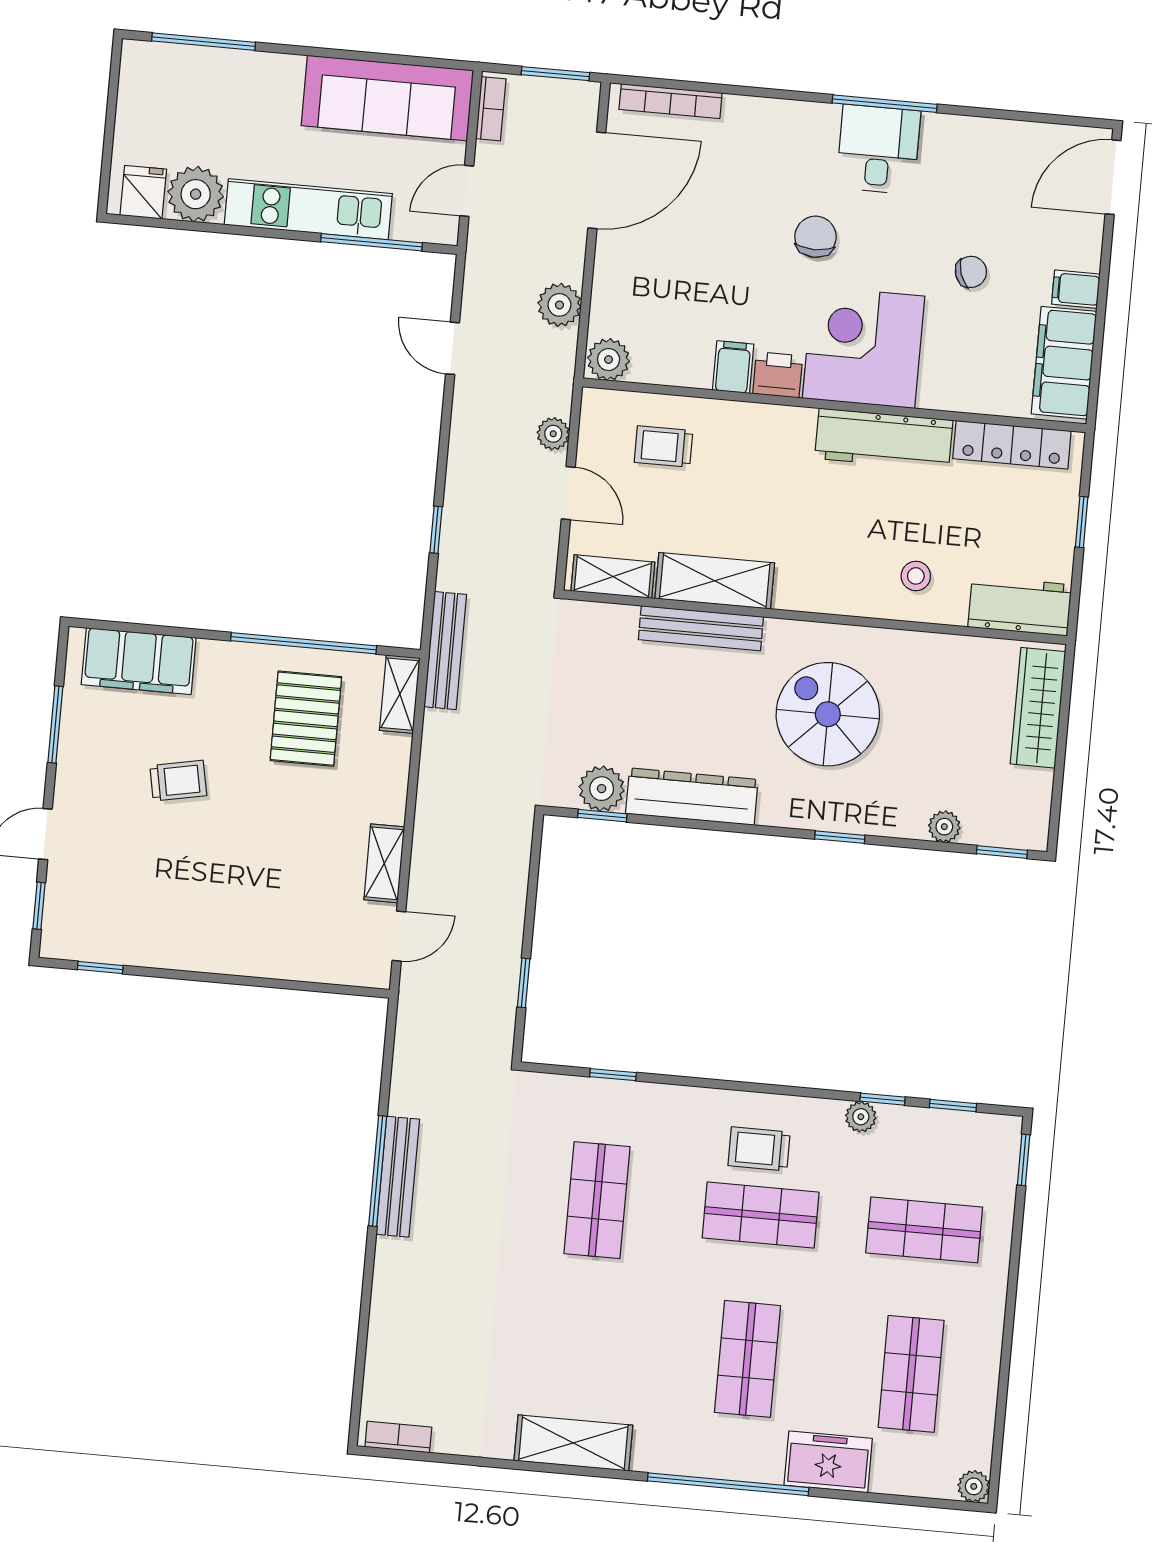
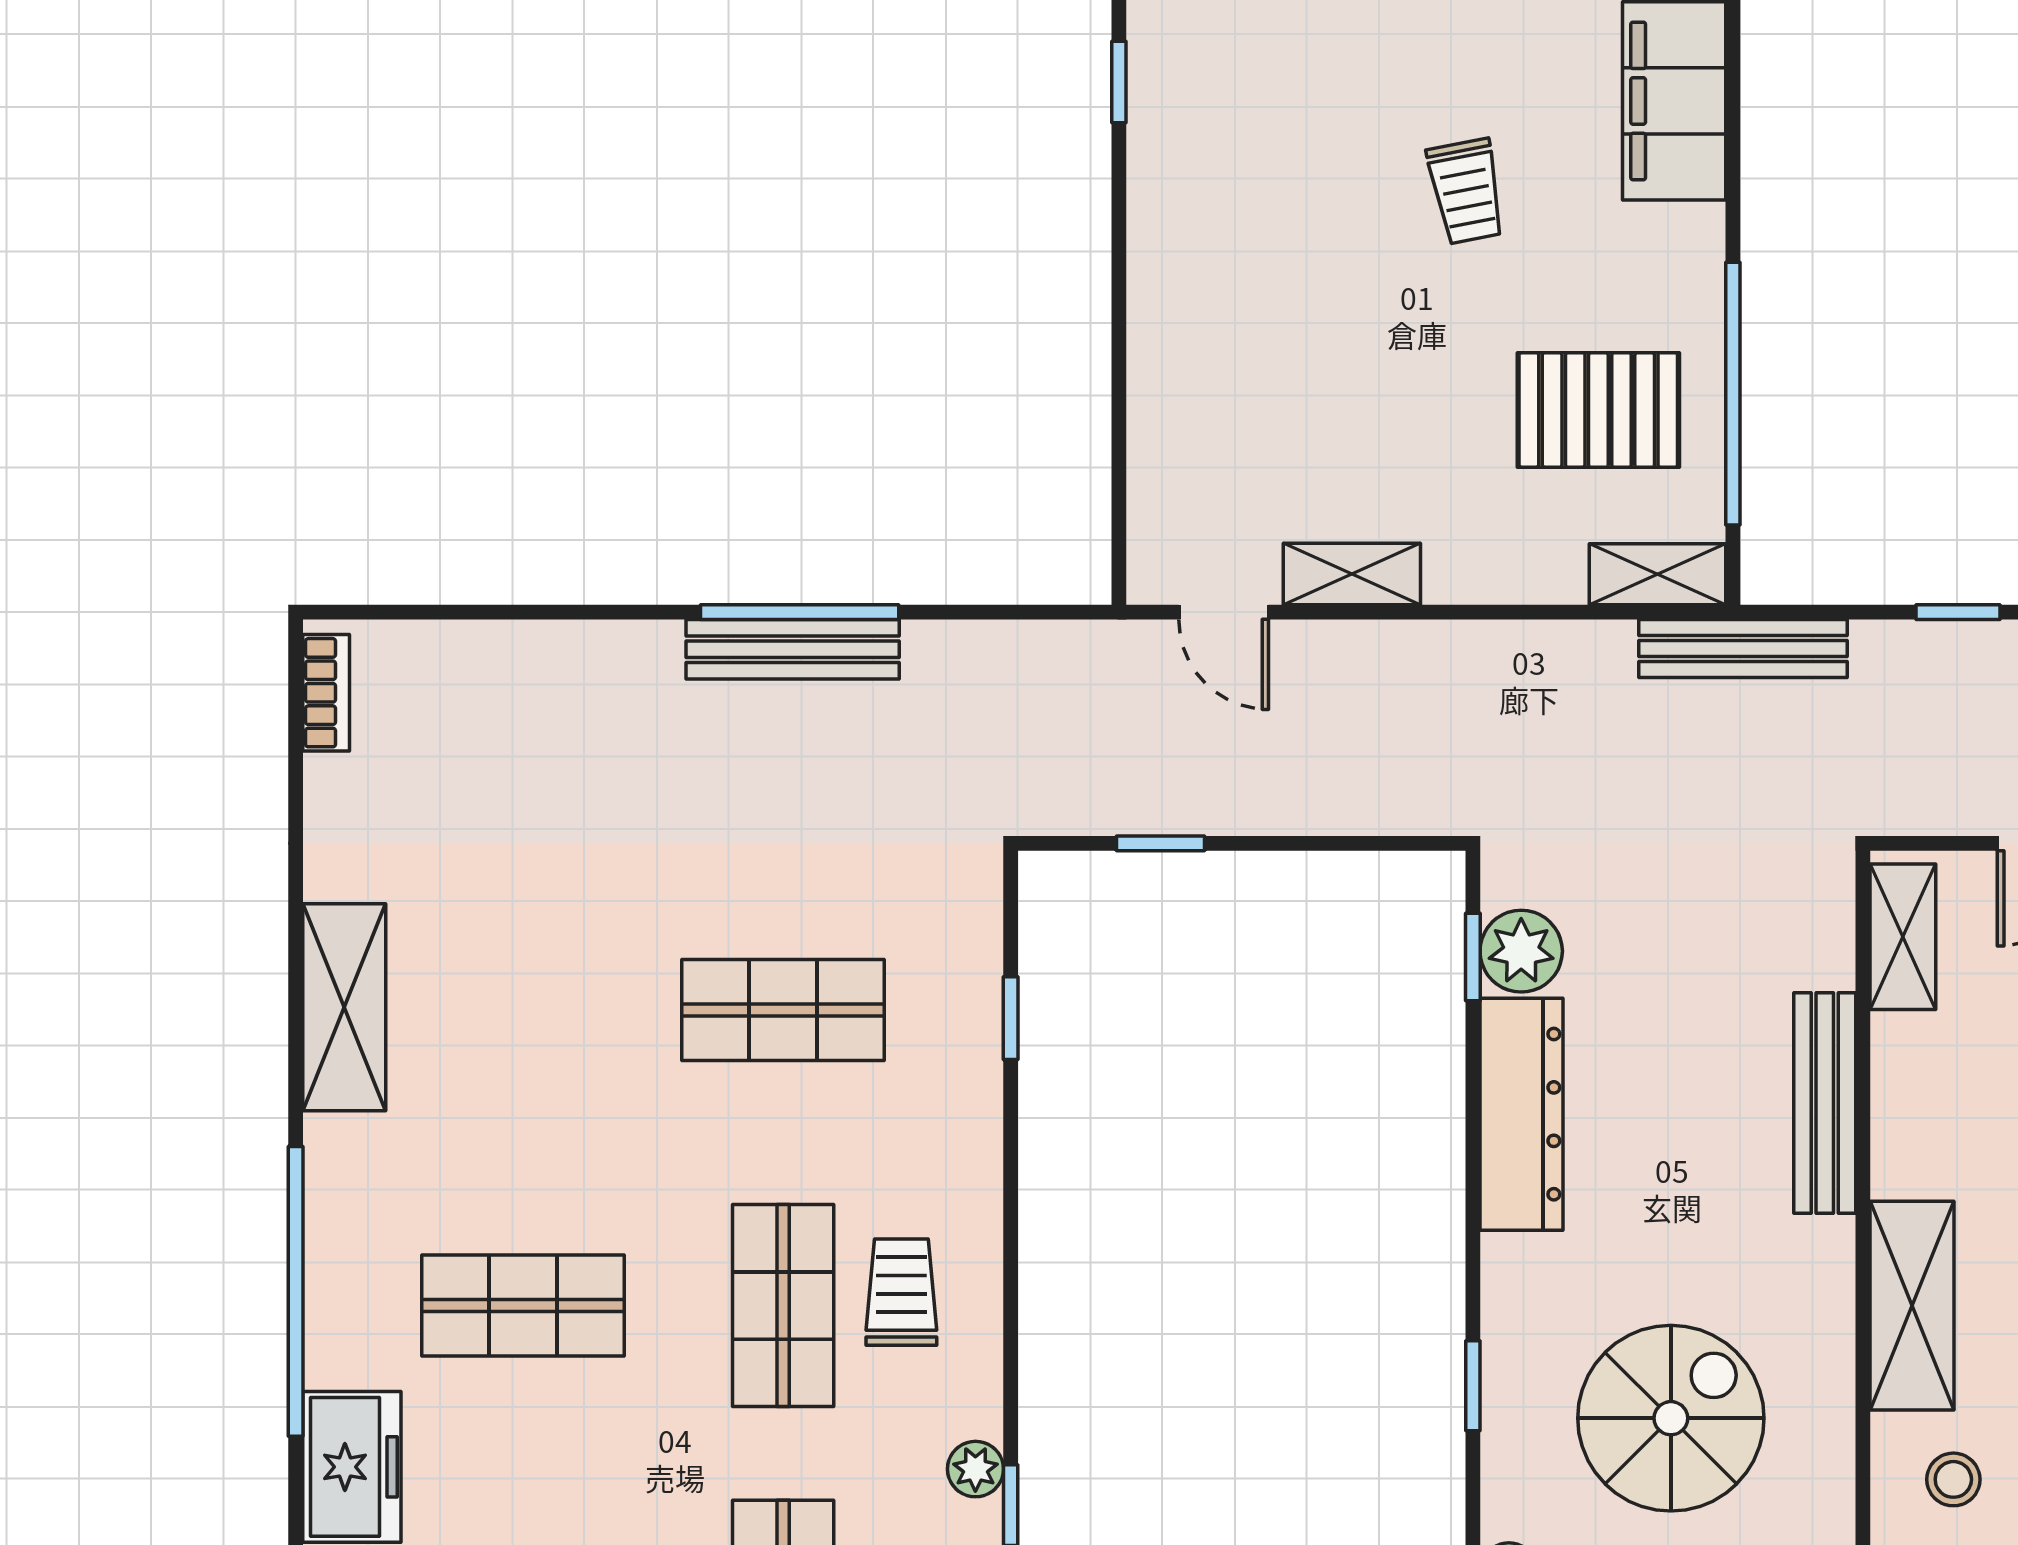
shelving: (715, 581) -> (1912, 1306), moved
spiral stairs: (828, 714) -> (1671, 1418), moved

